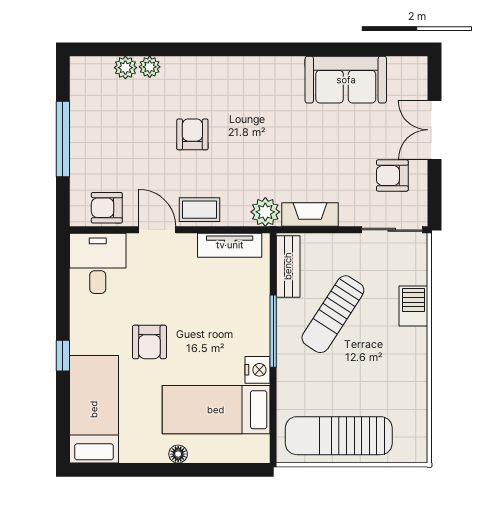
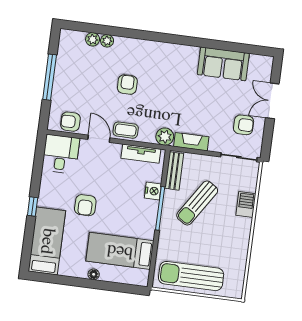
armchair: (392, 176) -> (244, 125), turned 180
nightstand: (257, 370) -> (153, 191), moved

